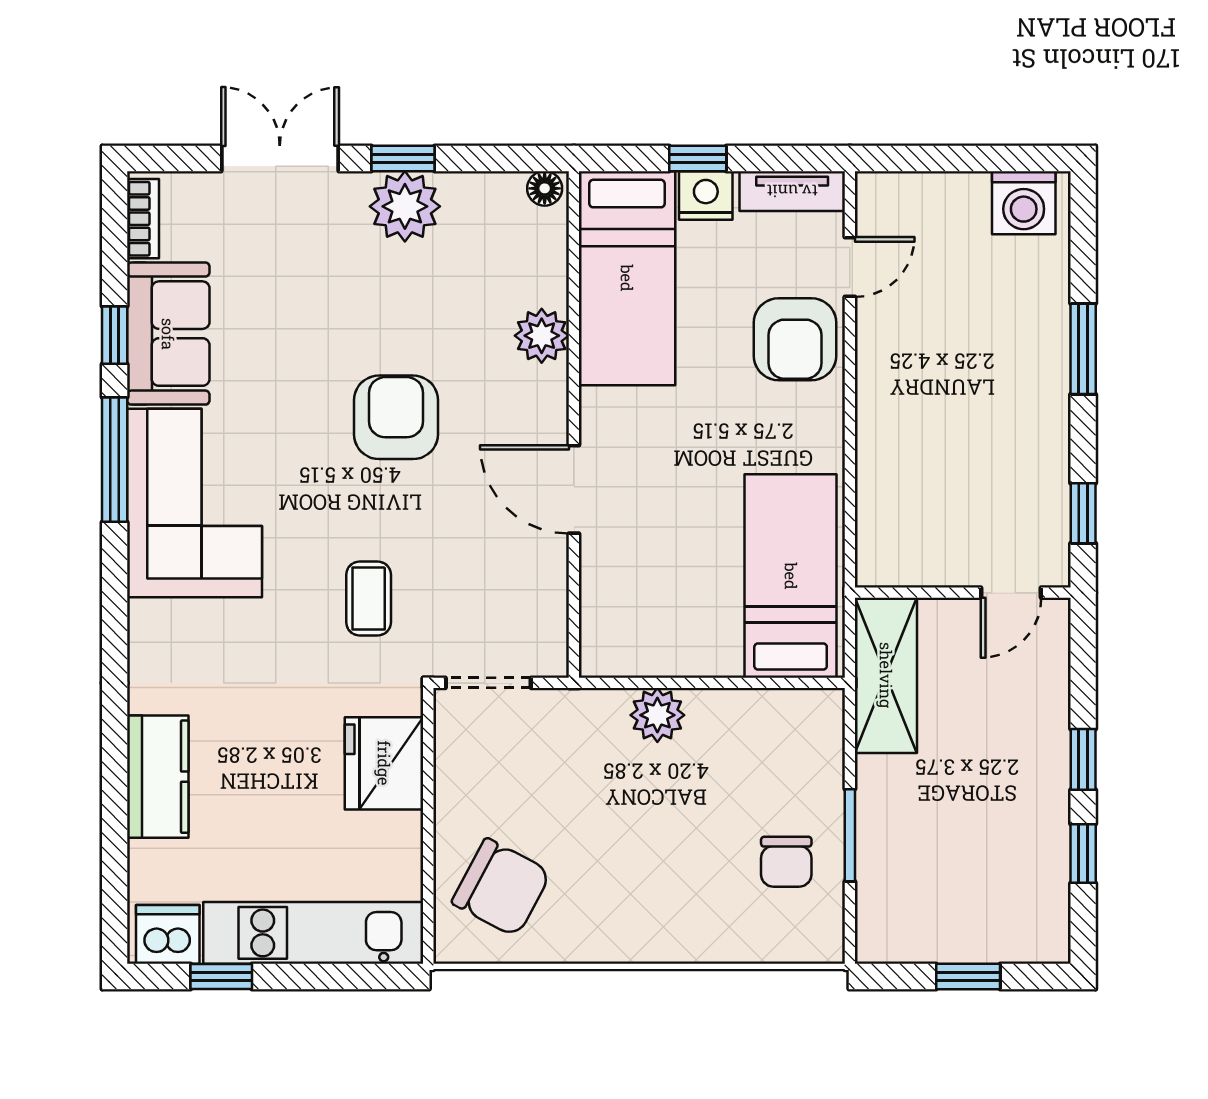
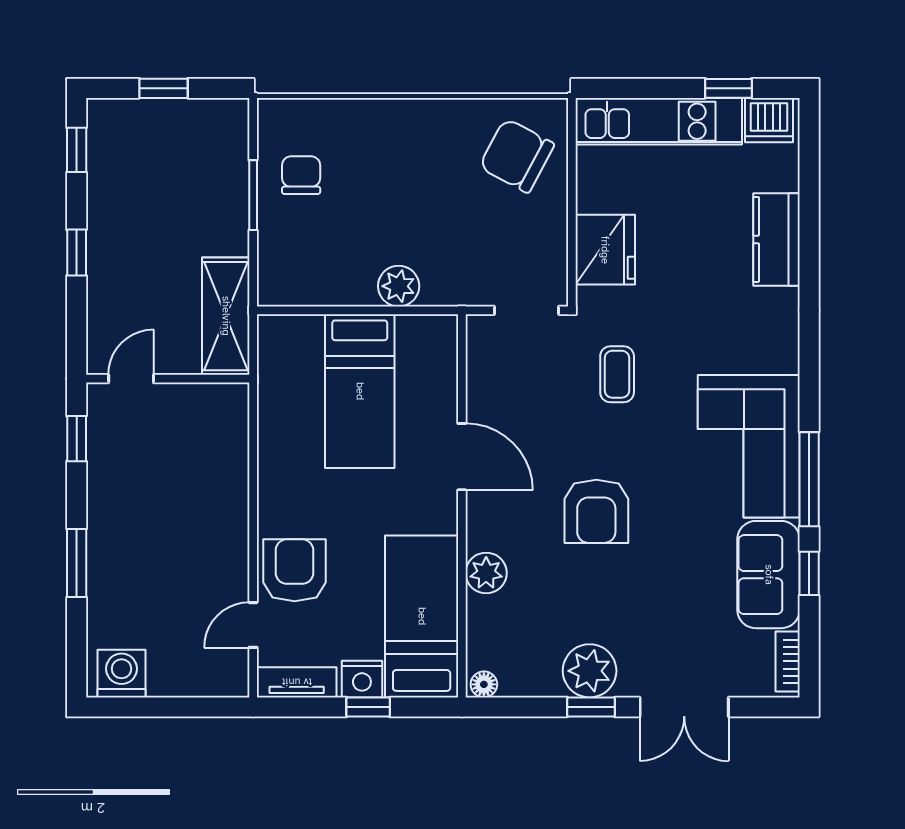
bed: (791, 576) -> (360, 391), moved
window: (1083, 854) -> (77, 150), moved

